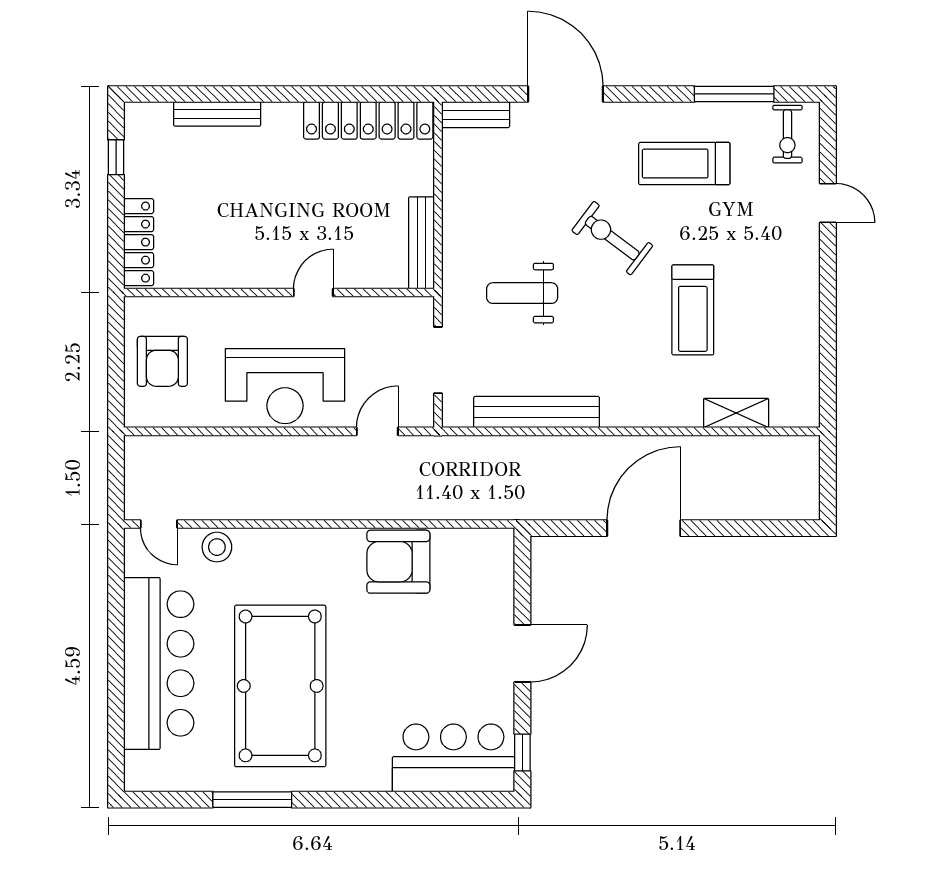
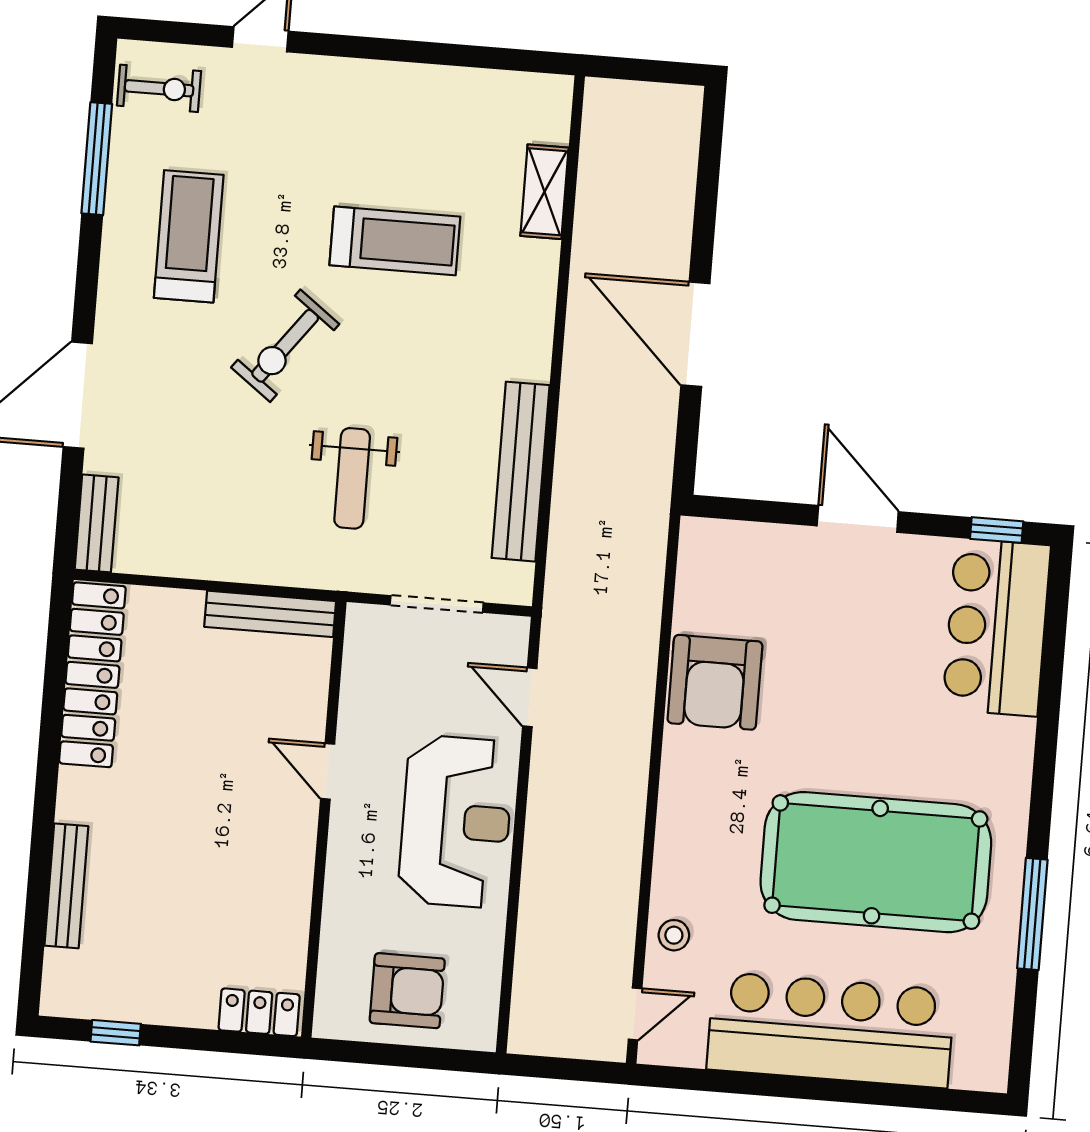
treadmill: (684, 164) -> (189, 236), turned 180
locker: (139, 242) -> (259, 1012), width x0.66
stool: (217, 547) -> (674, 935), width x0.73, depth x0.73

